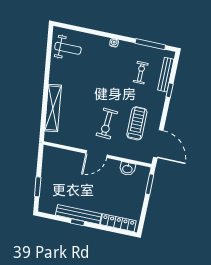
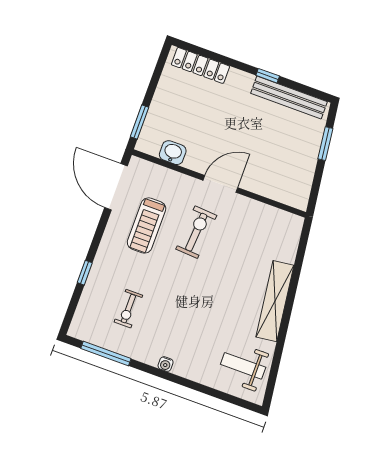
bench: (166, 75) -> (87, 299), removed
shelving: (53, 108) -> (275, 301), moved
bench: (79, 214) -> (289, 97), moved

